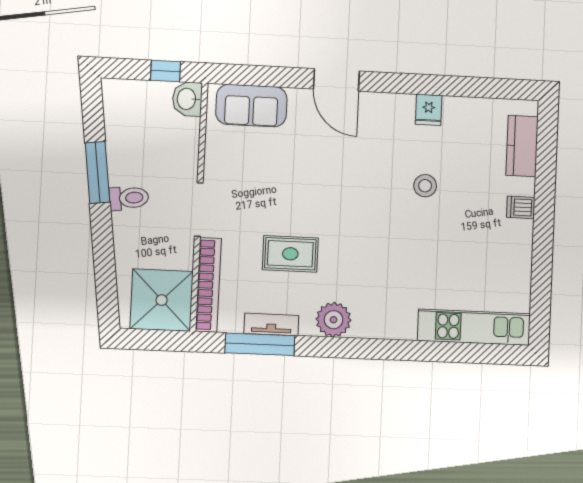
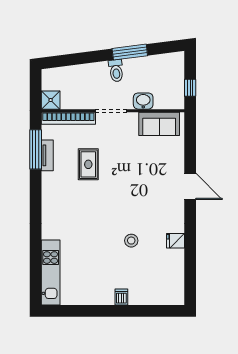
door: (336, 80) -> (190, 186), swing flipped
washbasin: (187, 99) -> (143, 101), moved
sofa: (251, 106) -> (159, 124), moved, turned -90
kitchen counter: (522, 146) -> (157, 296), removed
shower: (162, 300) -> (51, 100), width x0.54, depth x0.54
plant: (334, 320) -> (52, 191), removed

